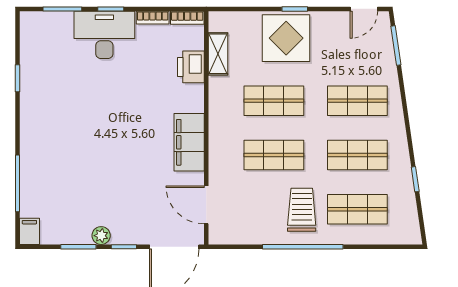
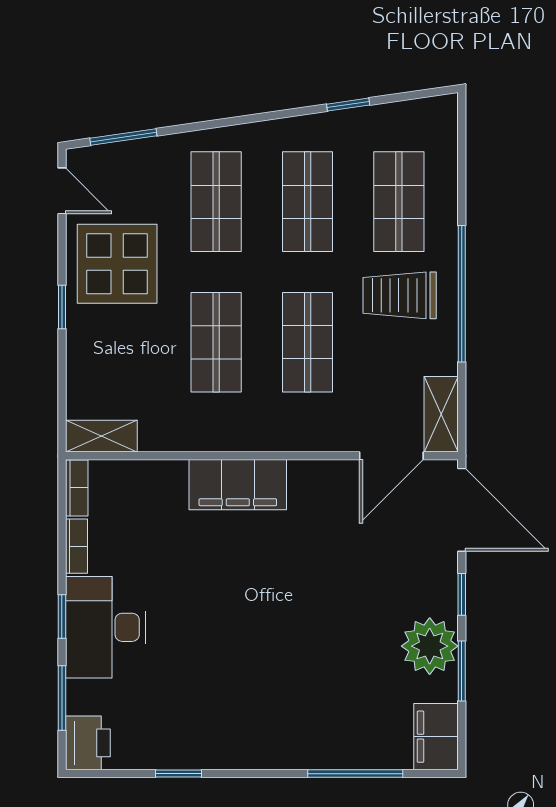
display table: (286, 38) -> (117, 264), moved
shelving: (218, 54) -> (101, 436), moved
printer: (191, 67) -> (88, 743), moved, turned -90
filing cabinet: (189, 142) -> (238, 485), moved
filing cabinet: (29, 231) -> (436, 737), width x2.00
shelving: (231, 234) -> (441, 414), added
plant: (101, 236) -> (430, 646), width x1.88, depth x1.88

